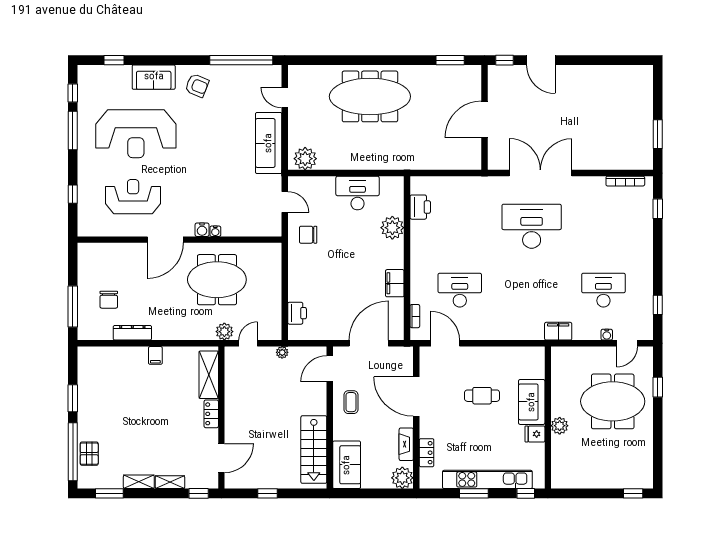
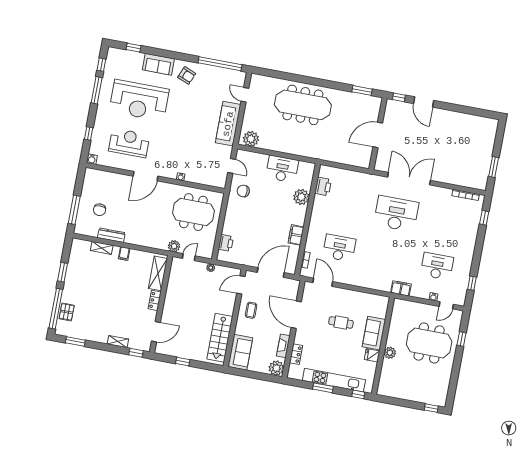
water cooler: (202, 230) -> (92, 159), moved
meeting table: (217, 280) -> (193, 212), moved
shelving: (139, 482) -> (102, 248), moved

